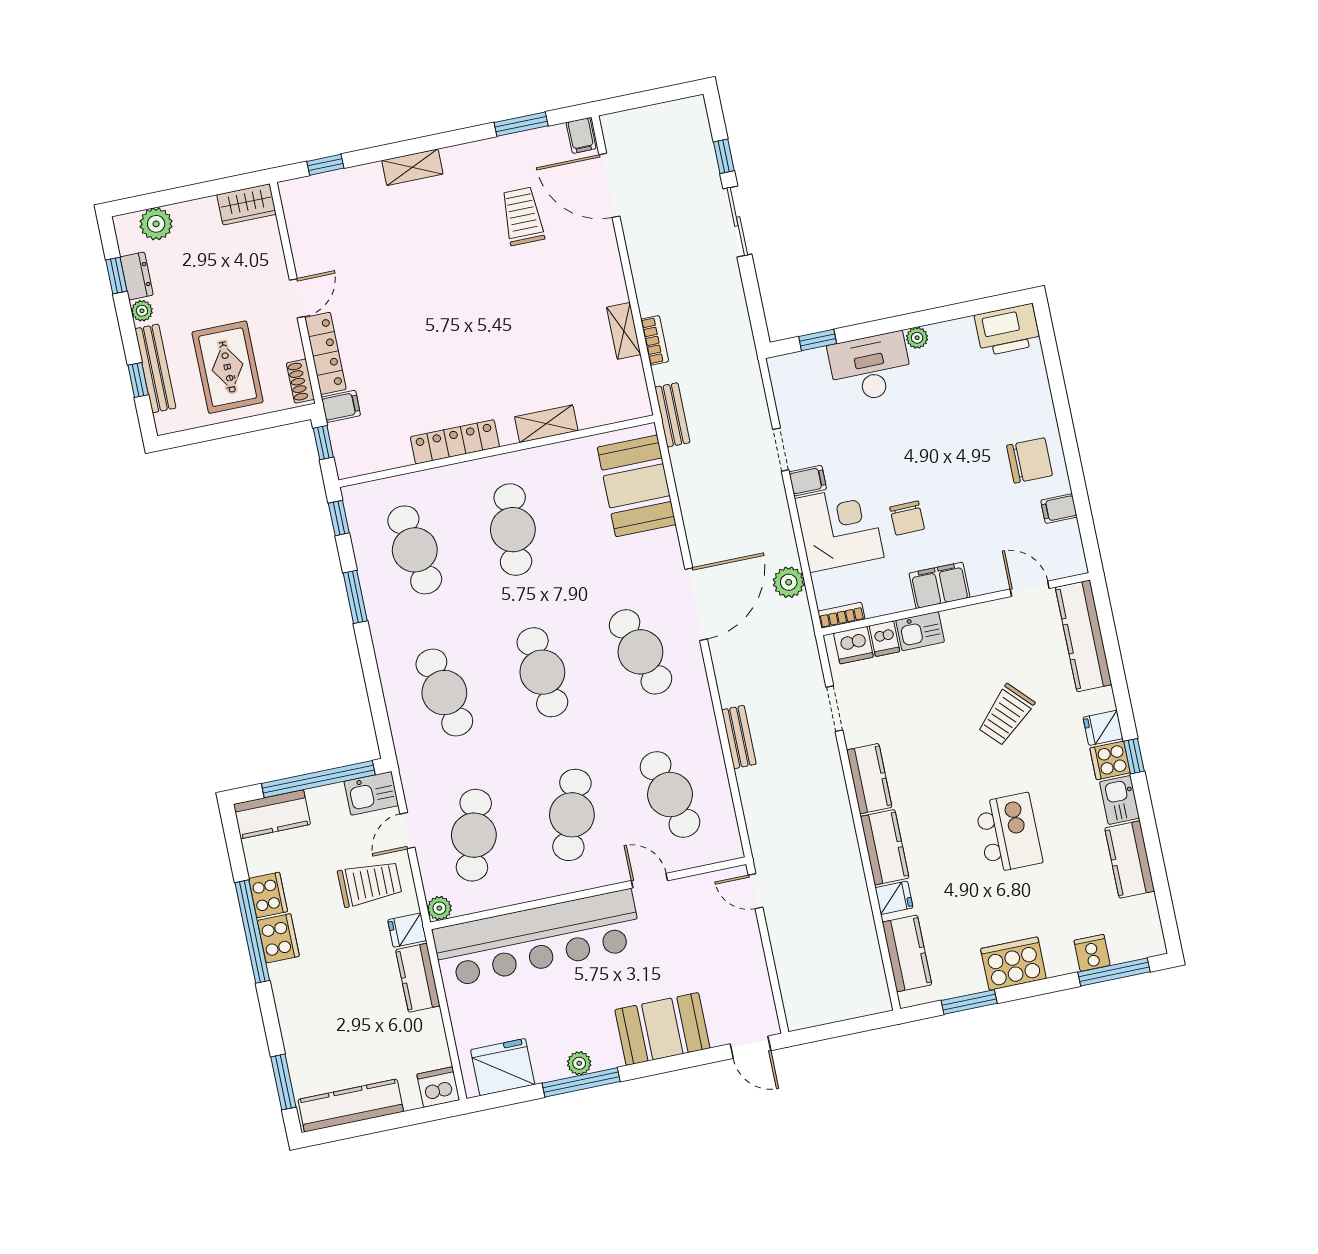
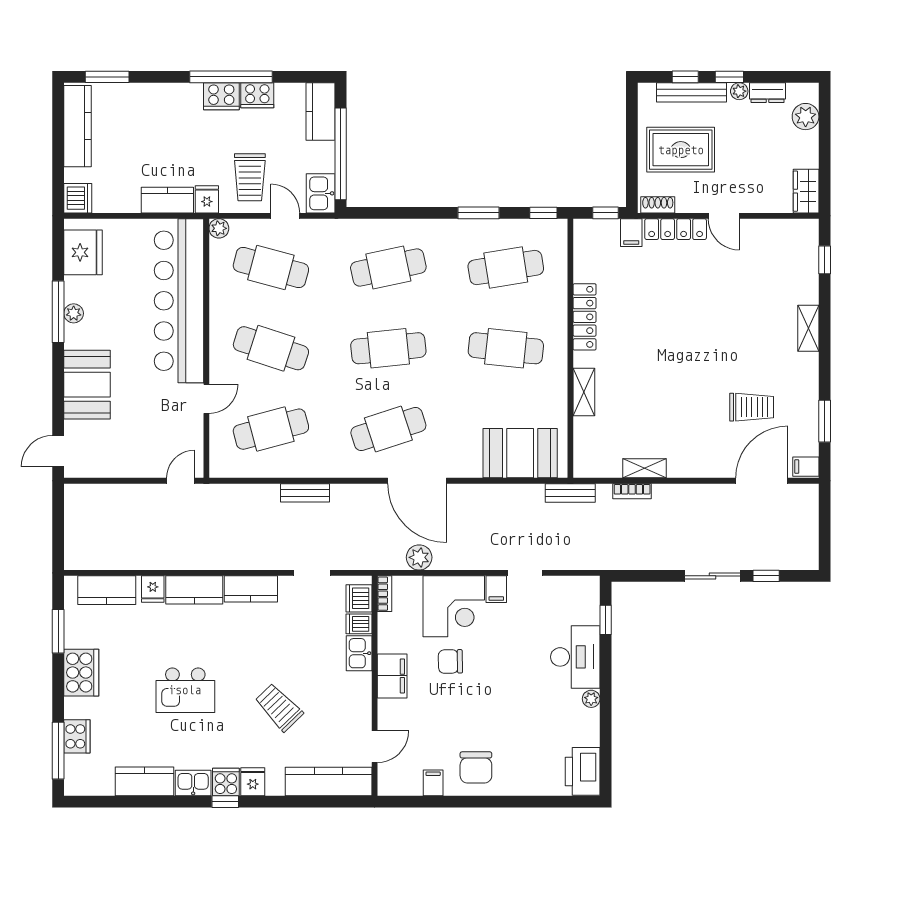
window: (116, 275) -> (729, 77), moved
cooker: (1092, 953) -> (77, 736), width x1.36

